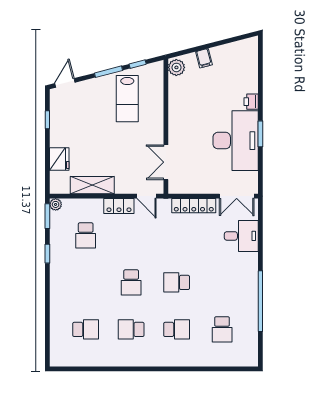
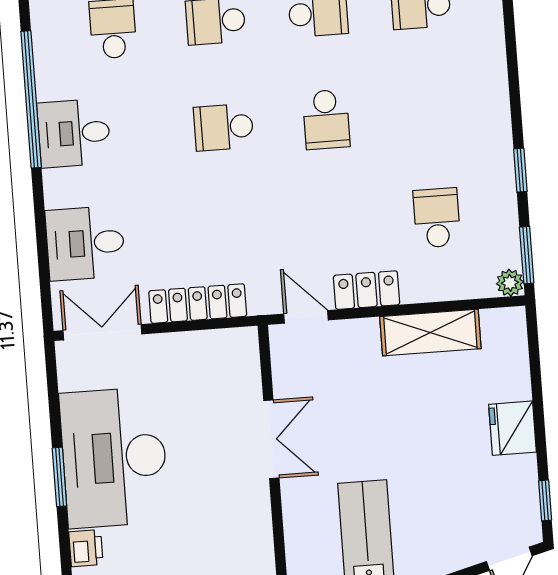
window: (47, 120) -> (545, 500), moved
fridge: (59, 159) -> (512, 428), moved
double door: (166, 162) -> (271, 439), moved
school desk: (131, 282) -> (326, 119), turned 180
school desk: (177, 282) -> (224, 127), turned 180
desk: (243, 285) -> (74, 133), added

